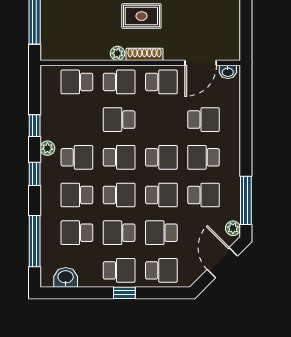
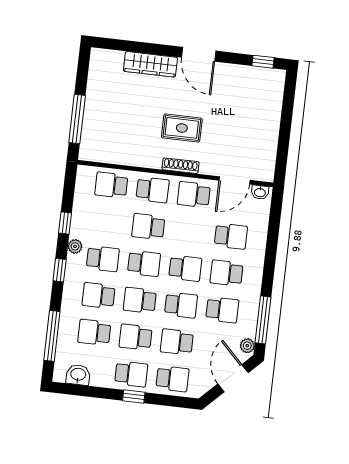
plant: (117, 53) -> (154, 162), removed
school desk: (161, 82) -> (194, 195), turned 180
school desk: (119, 195) -> (140, 300), turned 180

